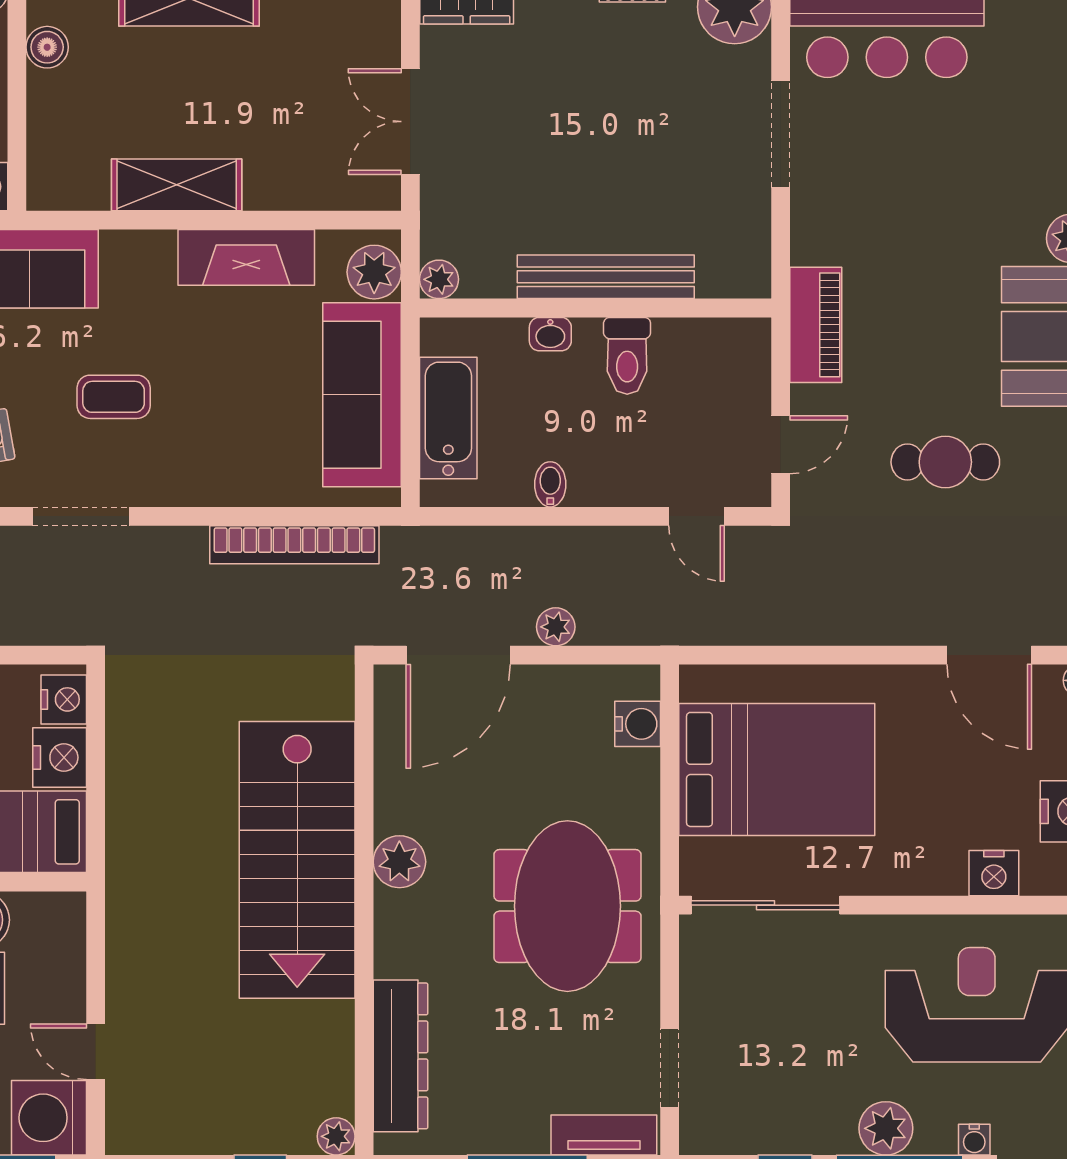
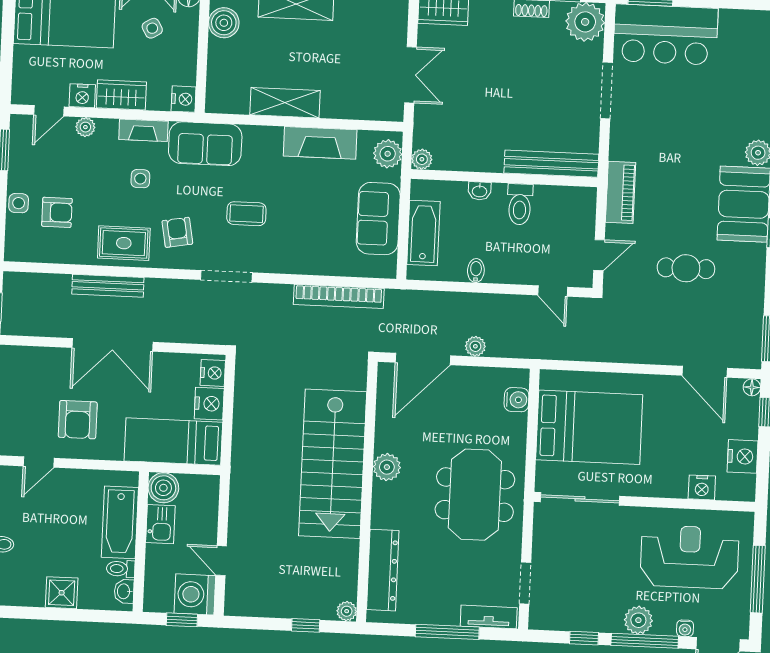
boiler: (47, 47) -> (224, 23), width x1.36, depth x1.36
double door: (410, 122) -> (410, 75), swing flipped
bench: (606, 277) -> (551, 164), moved
sofa: (362, 395) -> (378, 219), width x0.73

